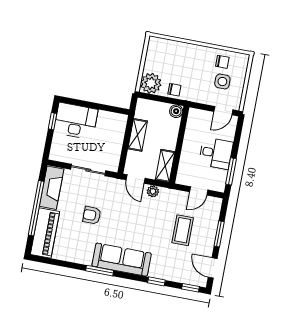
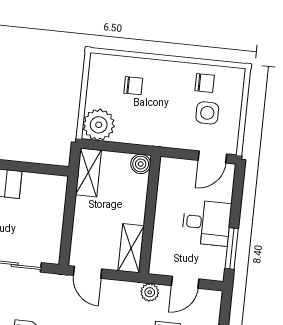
chair: (174, 90) -> (133, 86), moved
shelving: (138, 135) -> (88, 173), moved
plant: (153, 191) -> (150, 292), moved

